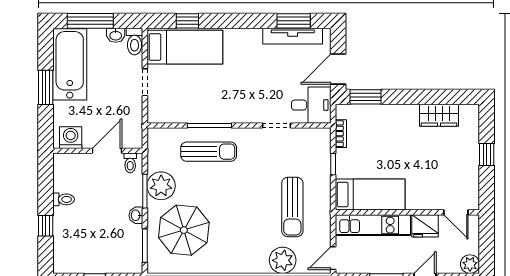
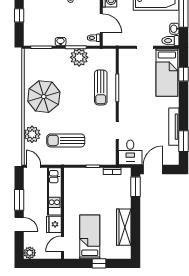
tv unit: (293, 36) -> (174, 127), moved
door: (338, 69) -> (153, 169), hinge flipped
wardrobe: (439, 115) -> (124, 227), width x1.50
bed: (370, 195) -> (90, 237), moved, turned 180
parasol: (184, 230) -> (44, 97), moved

